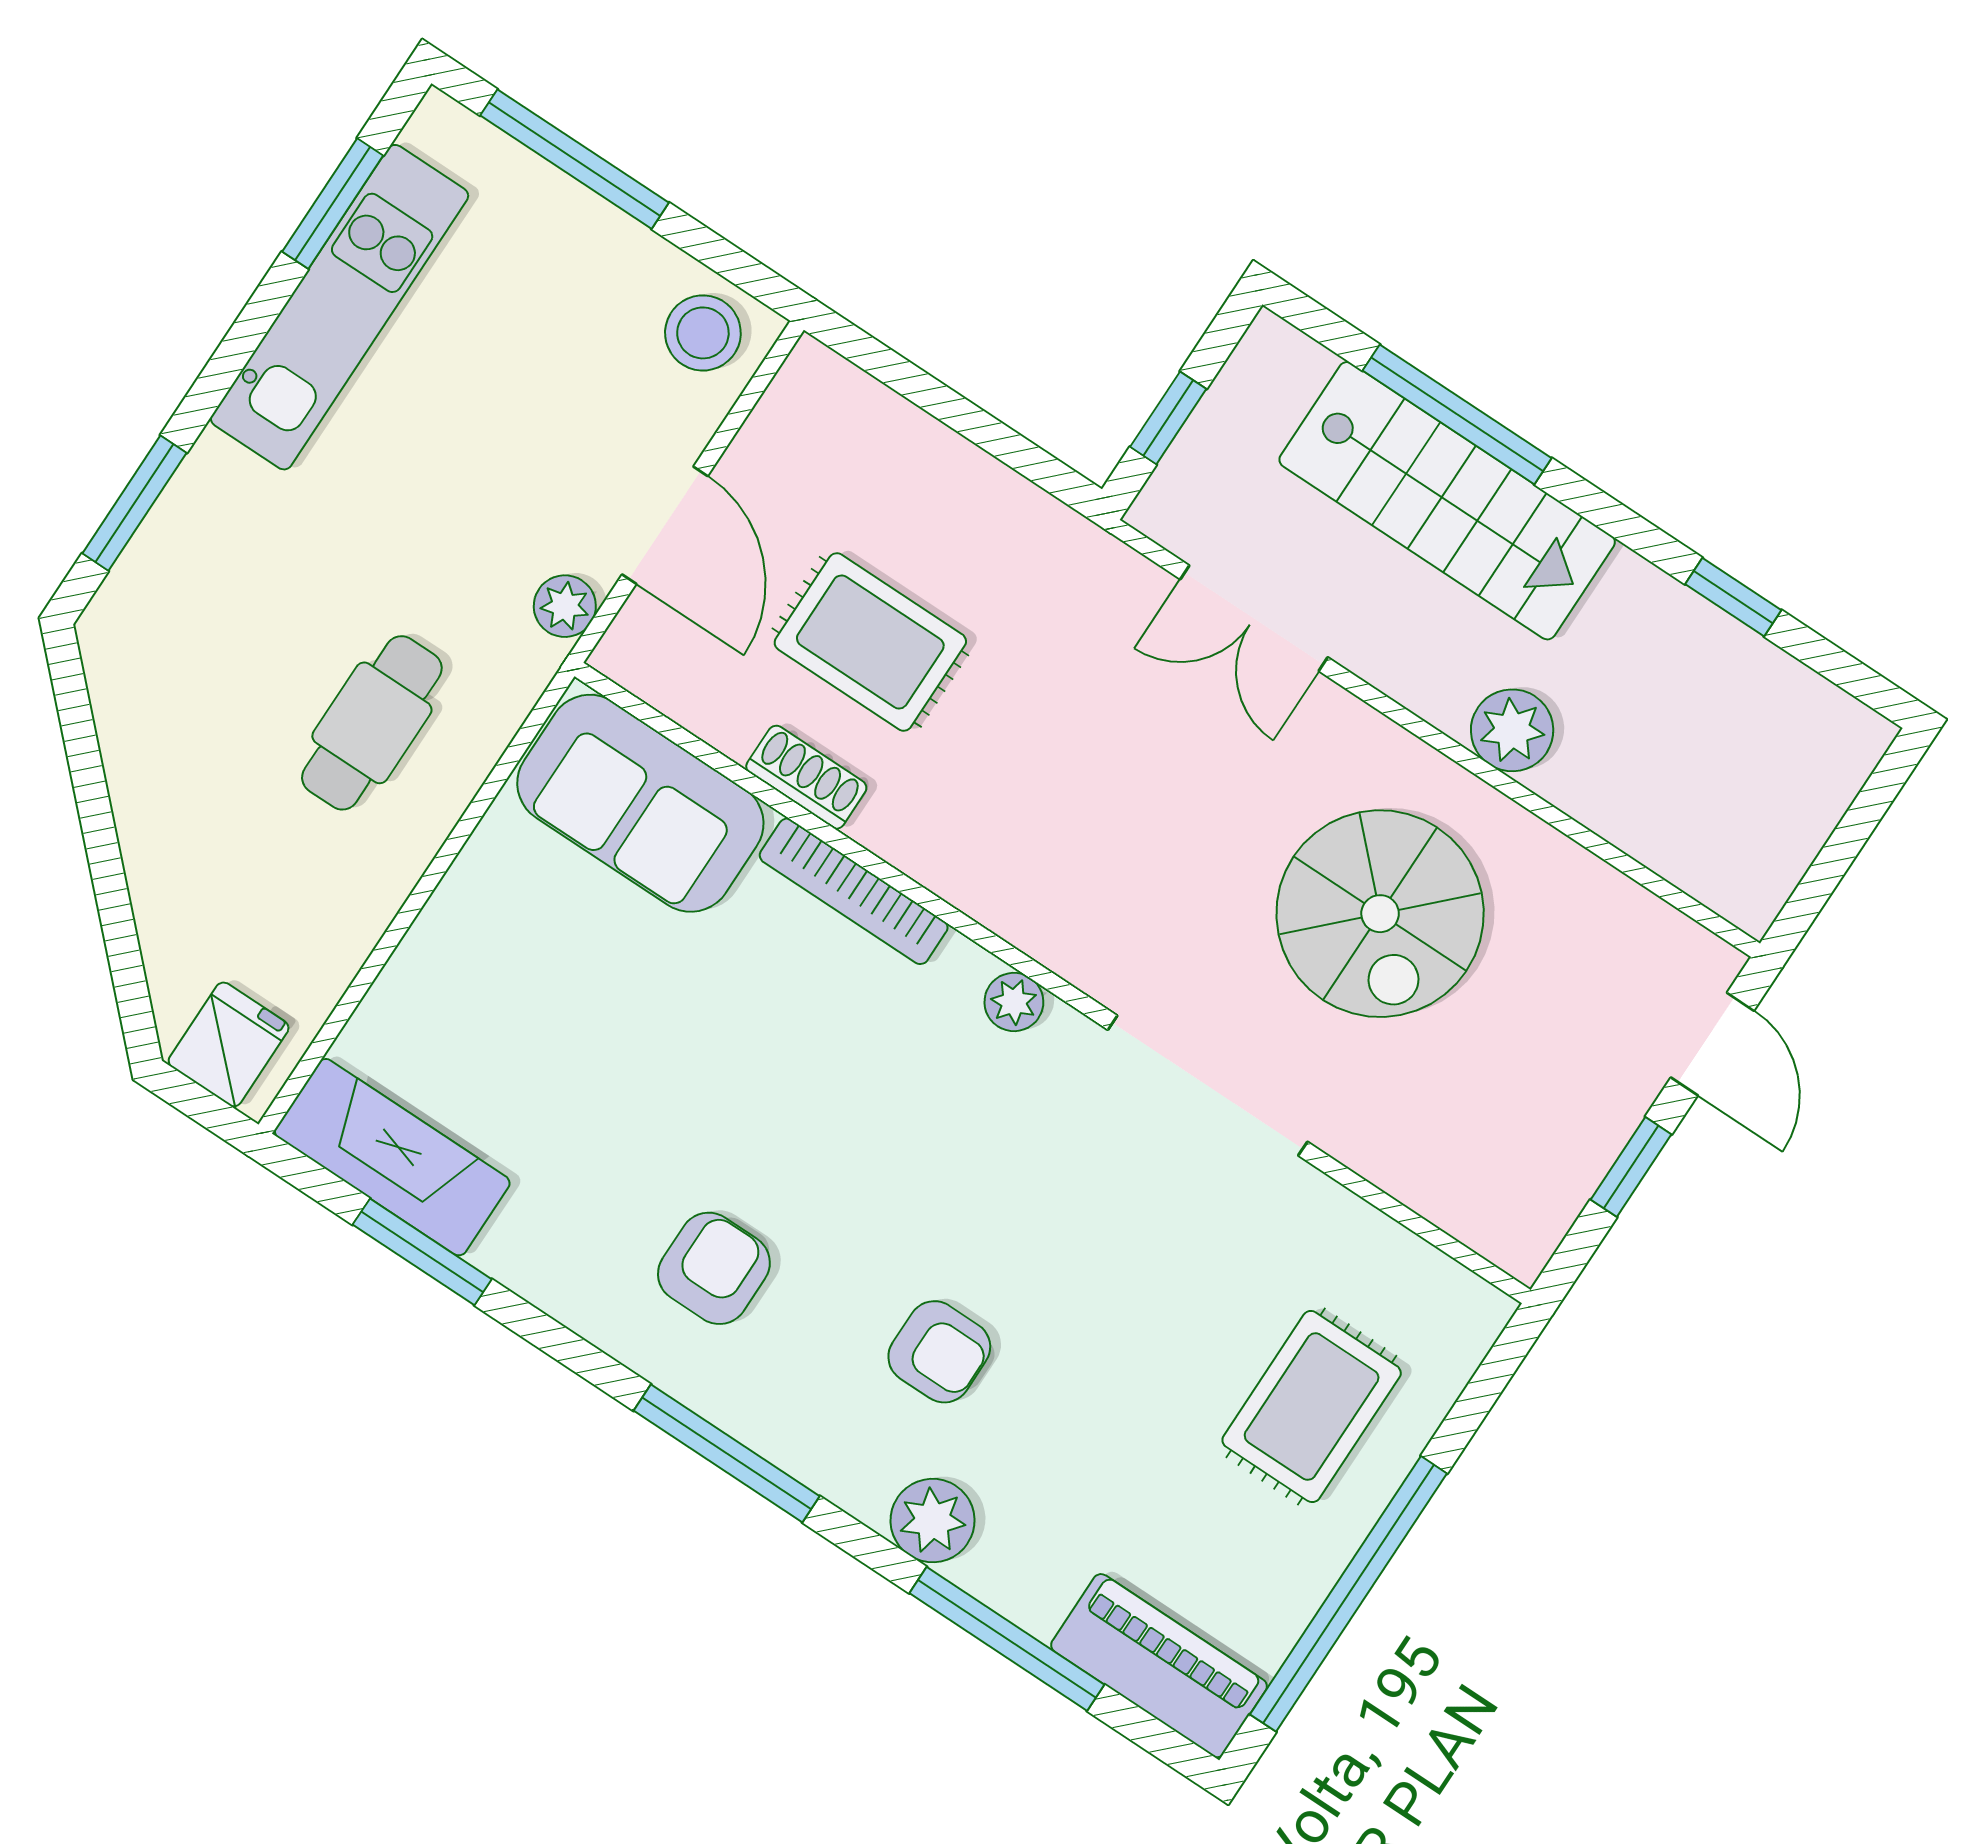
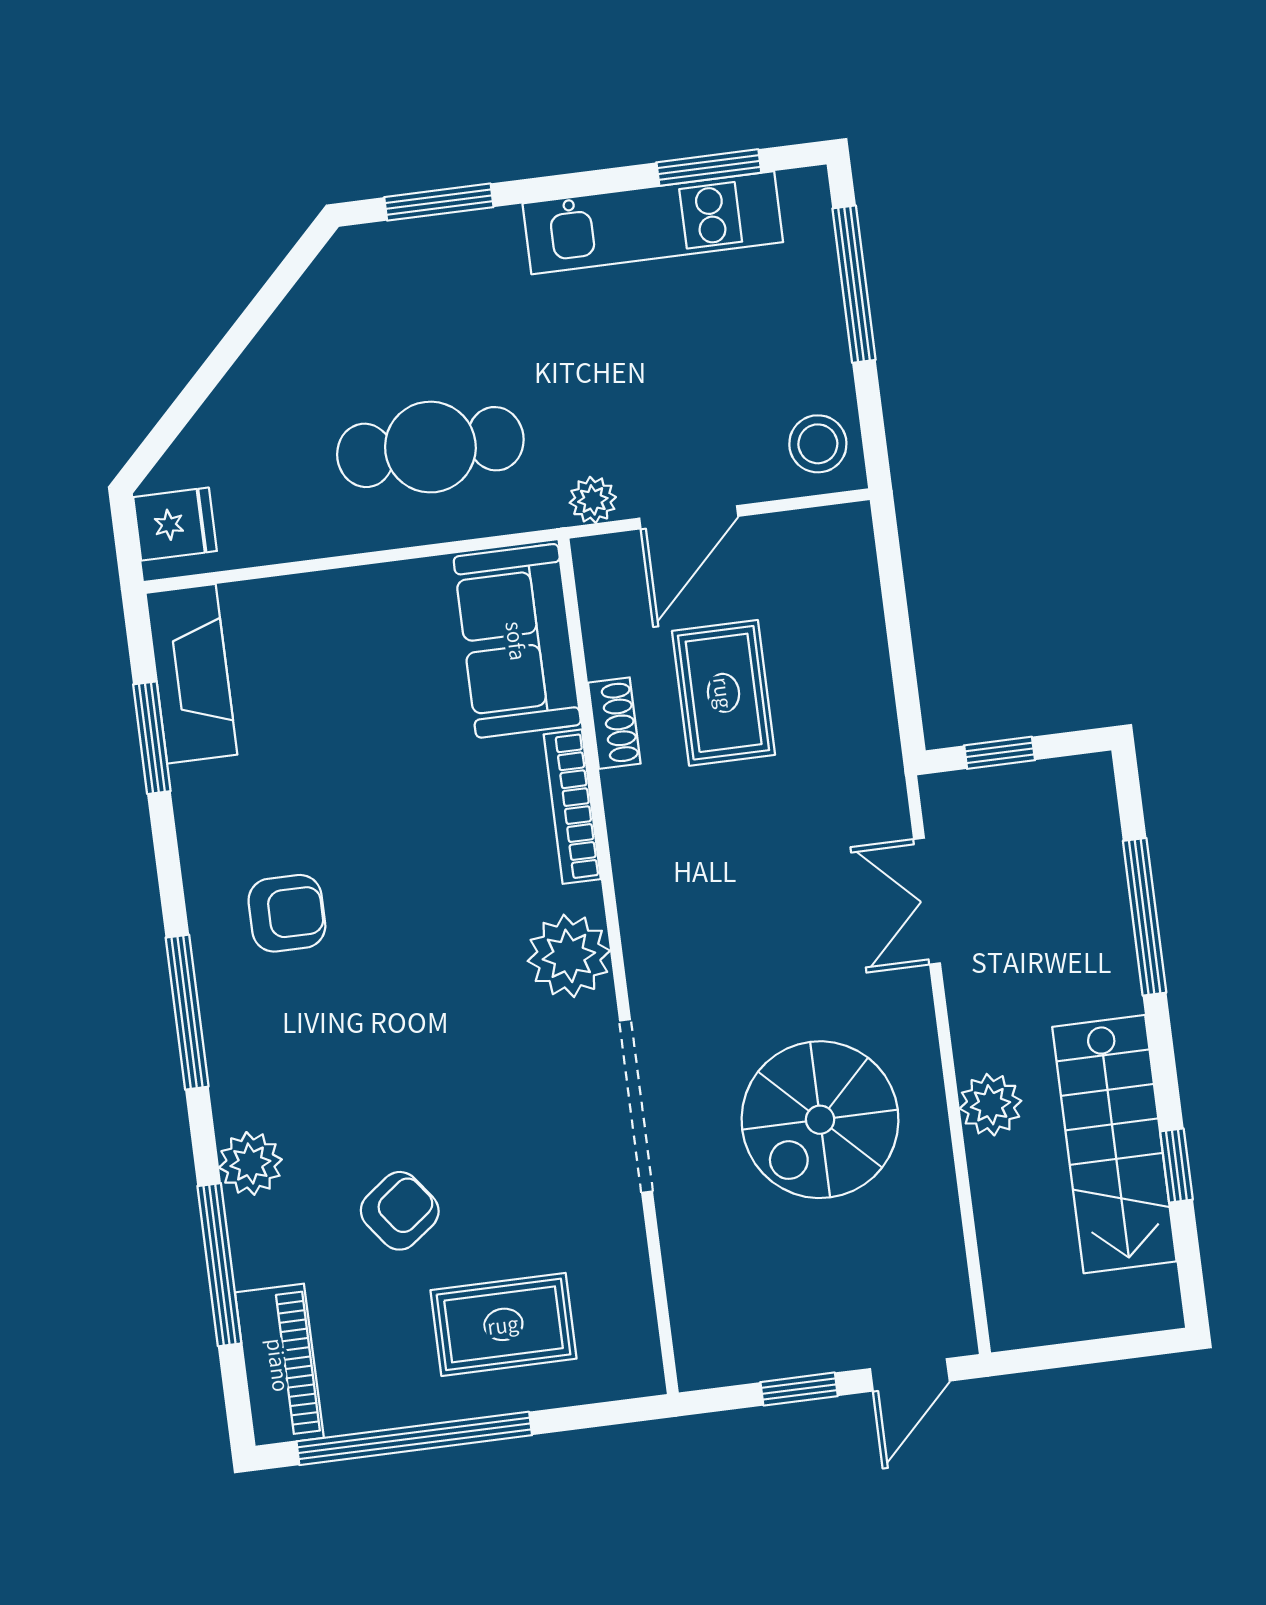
stairs: (1447, 501) -> (1114, 1144), moved
cafe table: (372, 723) -> (430, 447), width x1.37, depth x1.35
plant: (1014, 1002) -> (569, 956), width x1.87, depth x1.87
armchair: (939, 1352) -> (400, 1211), moved, turned -127

